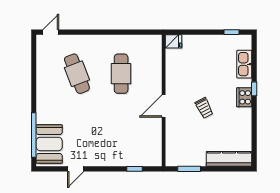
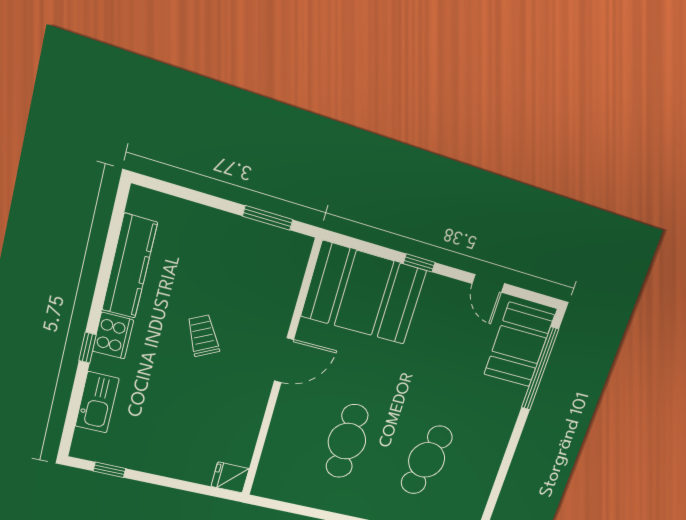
cafe table: (77, 74) -> (427, 460), turned 33
booth: (135, 148) -> (364, 293), added
kitchen counter: (229, 159) -> (130, 266), moved, turned -90
door: (76, 169) -> (488, 283), swing flipped
window: (134, 169) -> (419, 263), moved

